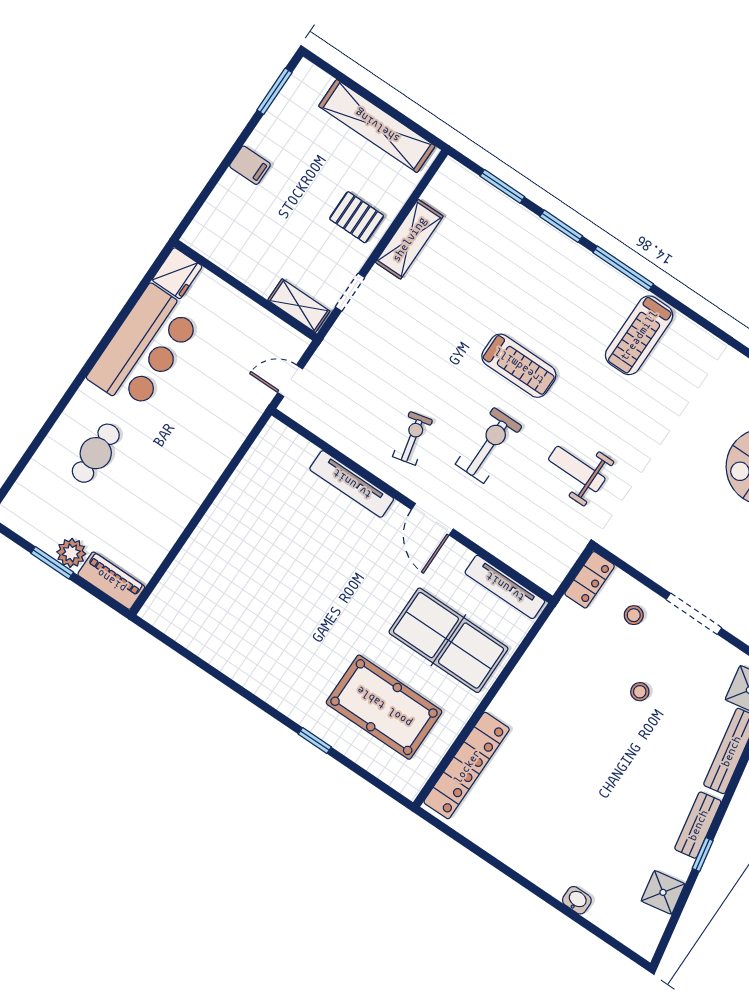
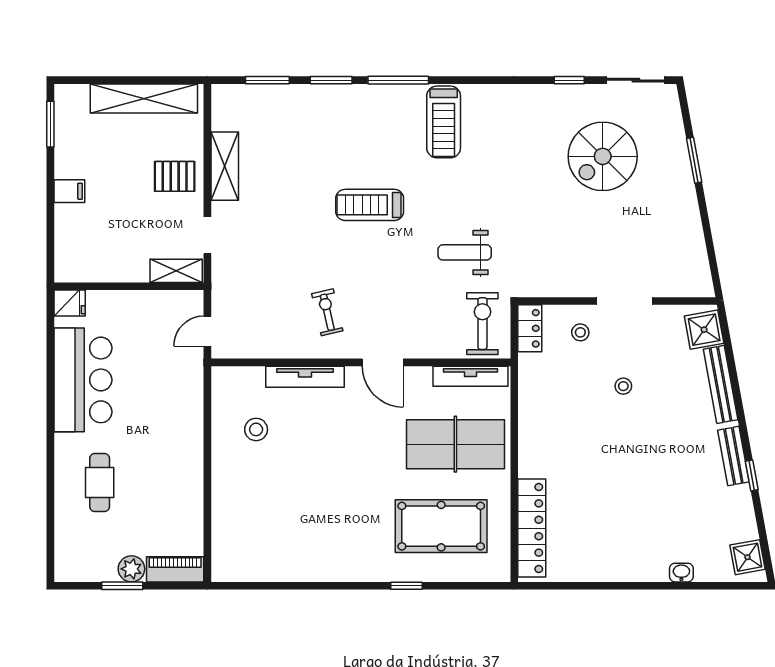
fridge: (177, 273) -> (70, 303), width x0.72
treadmill: (519, 366) -> (370, 205), turned 180
exercise bike: (489, 445) -> (482, 324), moved
stool: (273, 502) -> (256, 429), added
shower: (663, 892) -> (748, 557), moved

